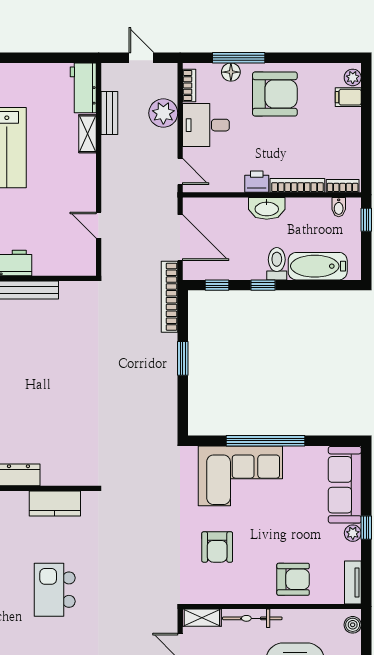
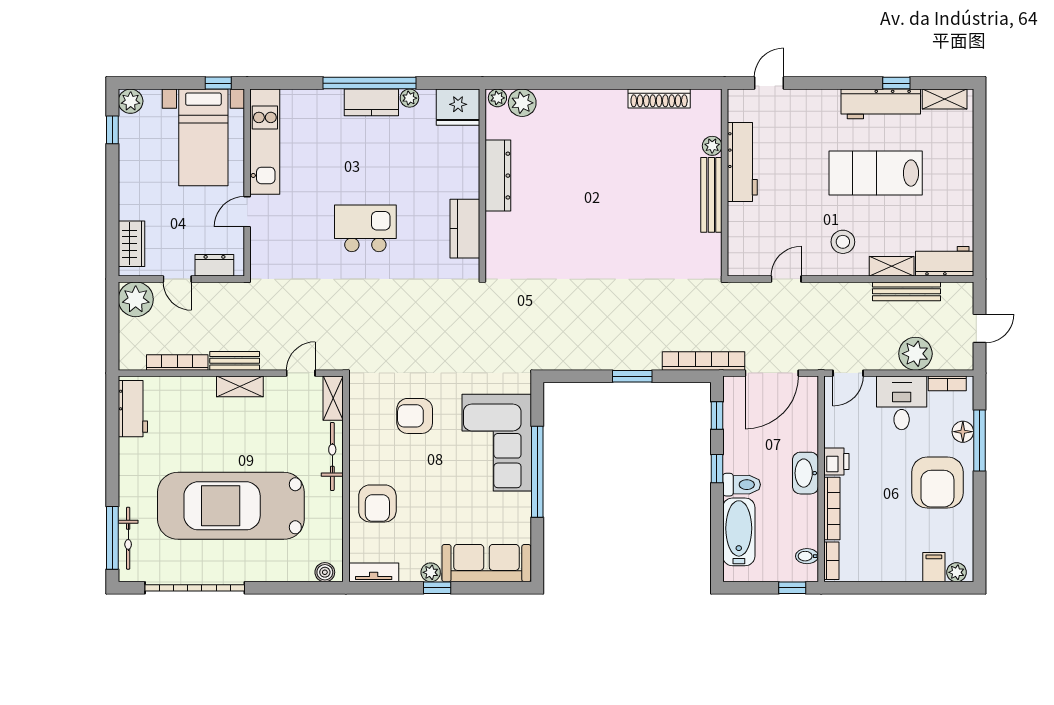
bench: (109, 113) -> (907, 291), width x1.36
stool: (66, 176) -> (843, 242), added

